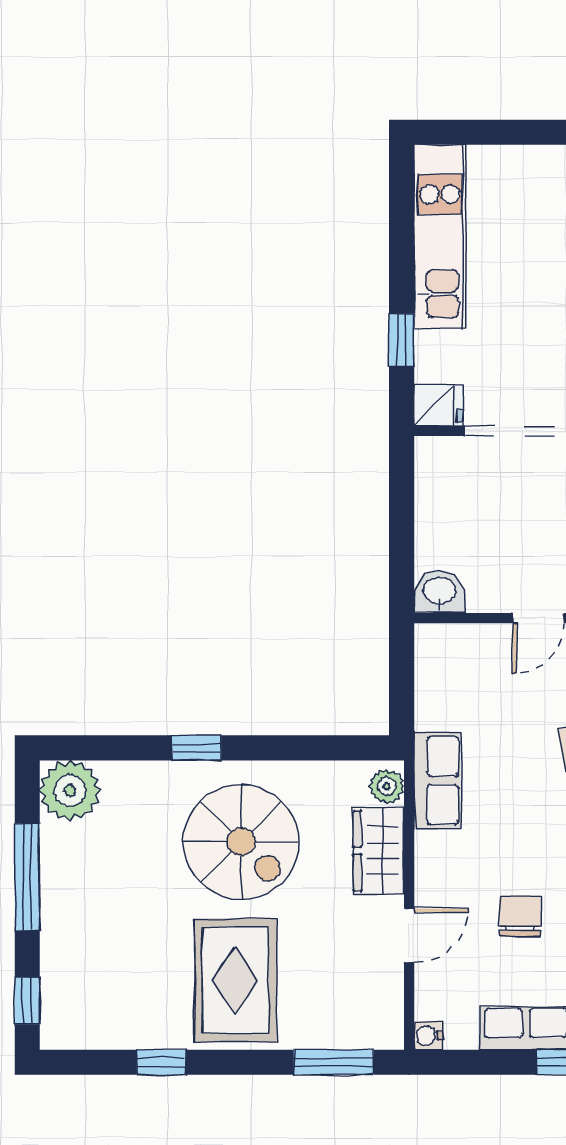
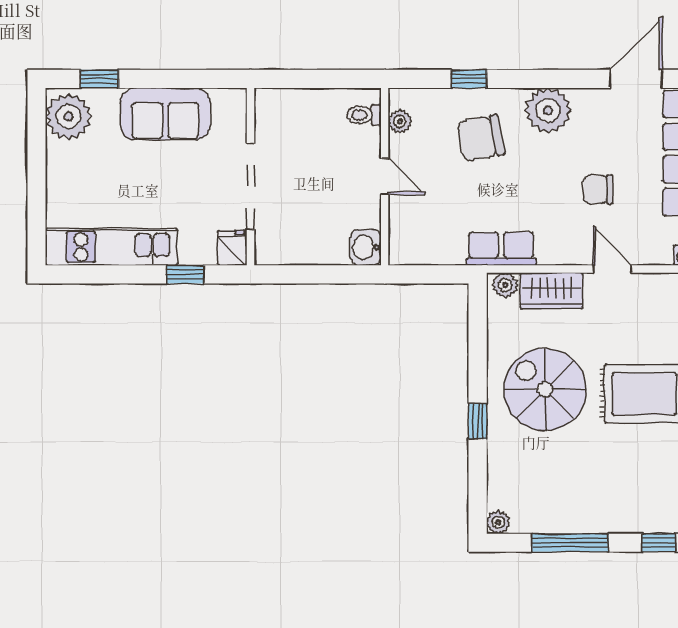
plant: (70, 791) -> (498, 522), width x0.53, depth x0.53
spiral stairs: (241, 842) -> (545, 389), turned -90

